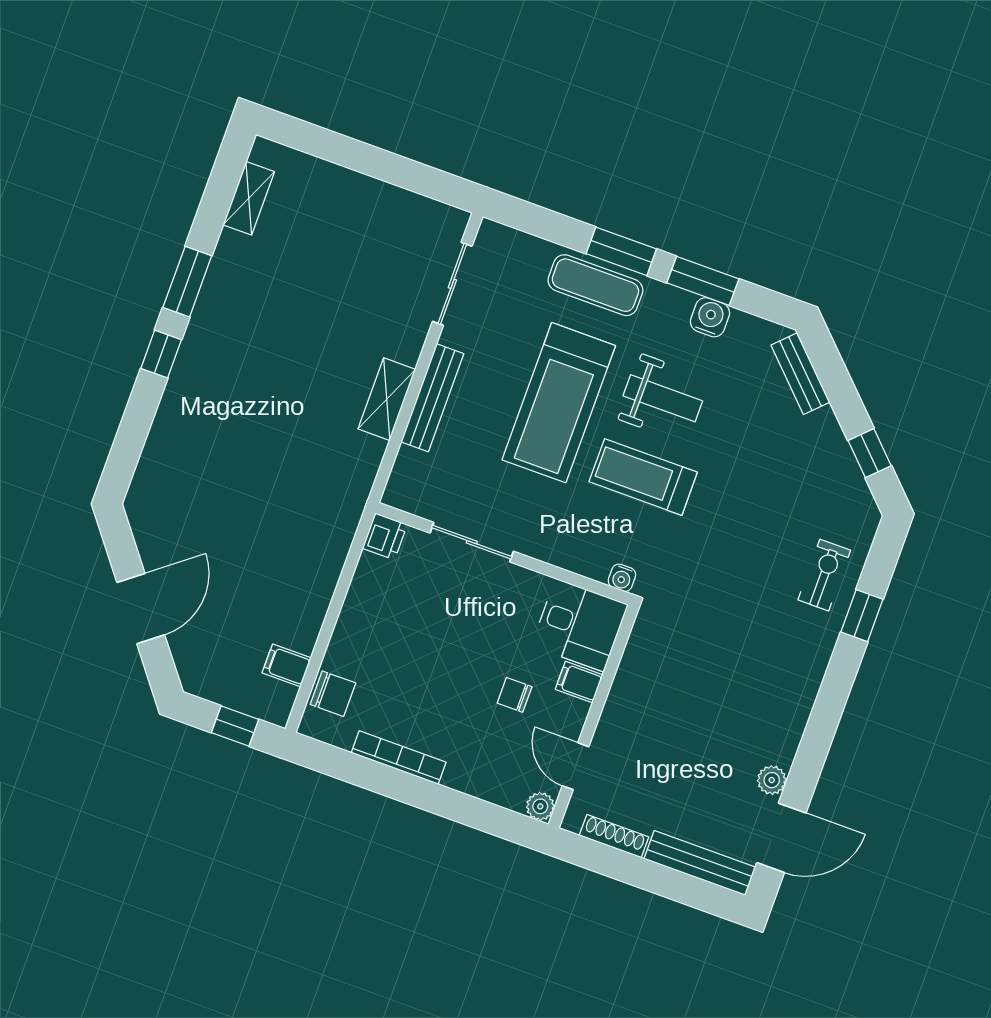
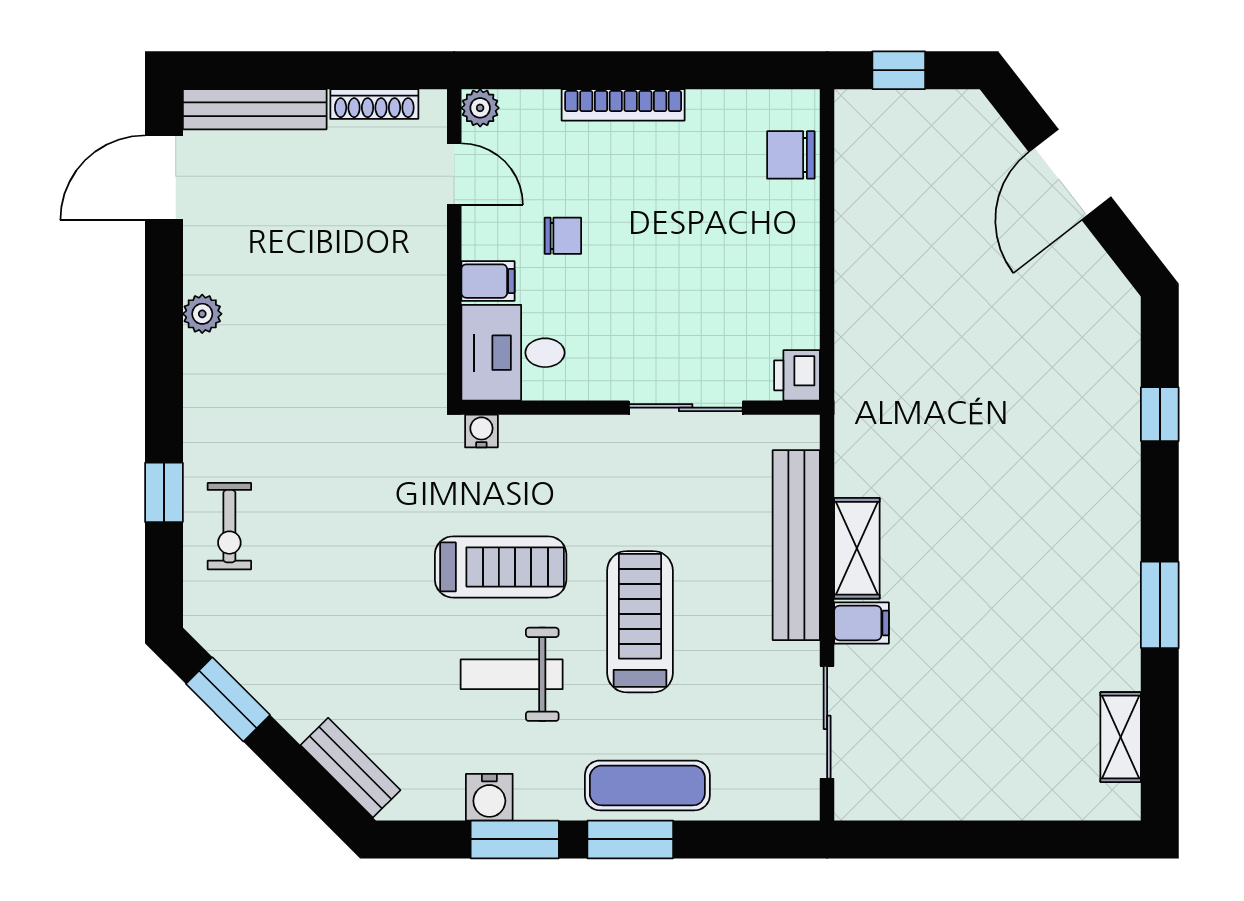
window: (161, 354) -> (1160, 414), moved
bench: (432, 398) -> (796, 545), width x1.37, depth x1.21
treadmill: (559, 403) -> (640, 622), width x0.73, depth x0.73
window: (870, 453) -> (228, 699), width x1.50
filing cabinet: (287, 665) -> (862, 623), moved
bookcase: (399, 758) -> (623, 105), moved
plant: (772, 780) -> (202, 314), moved

